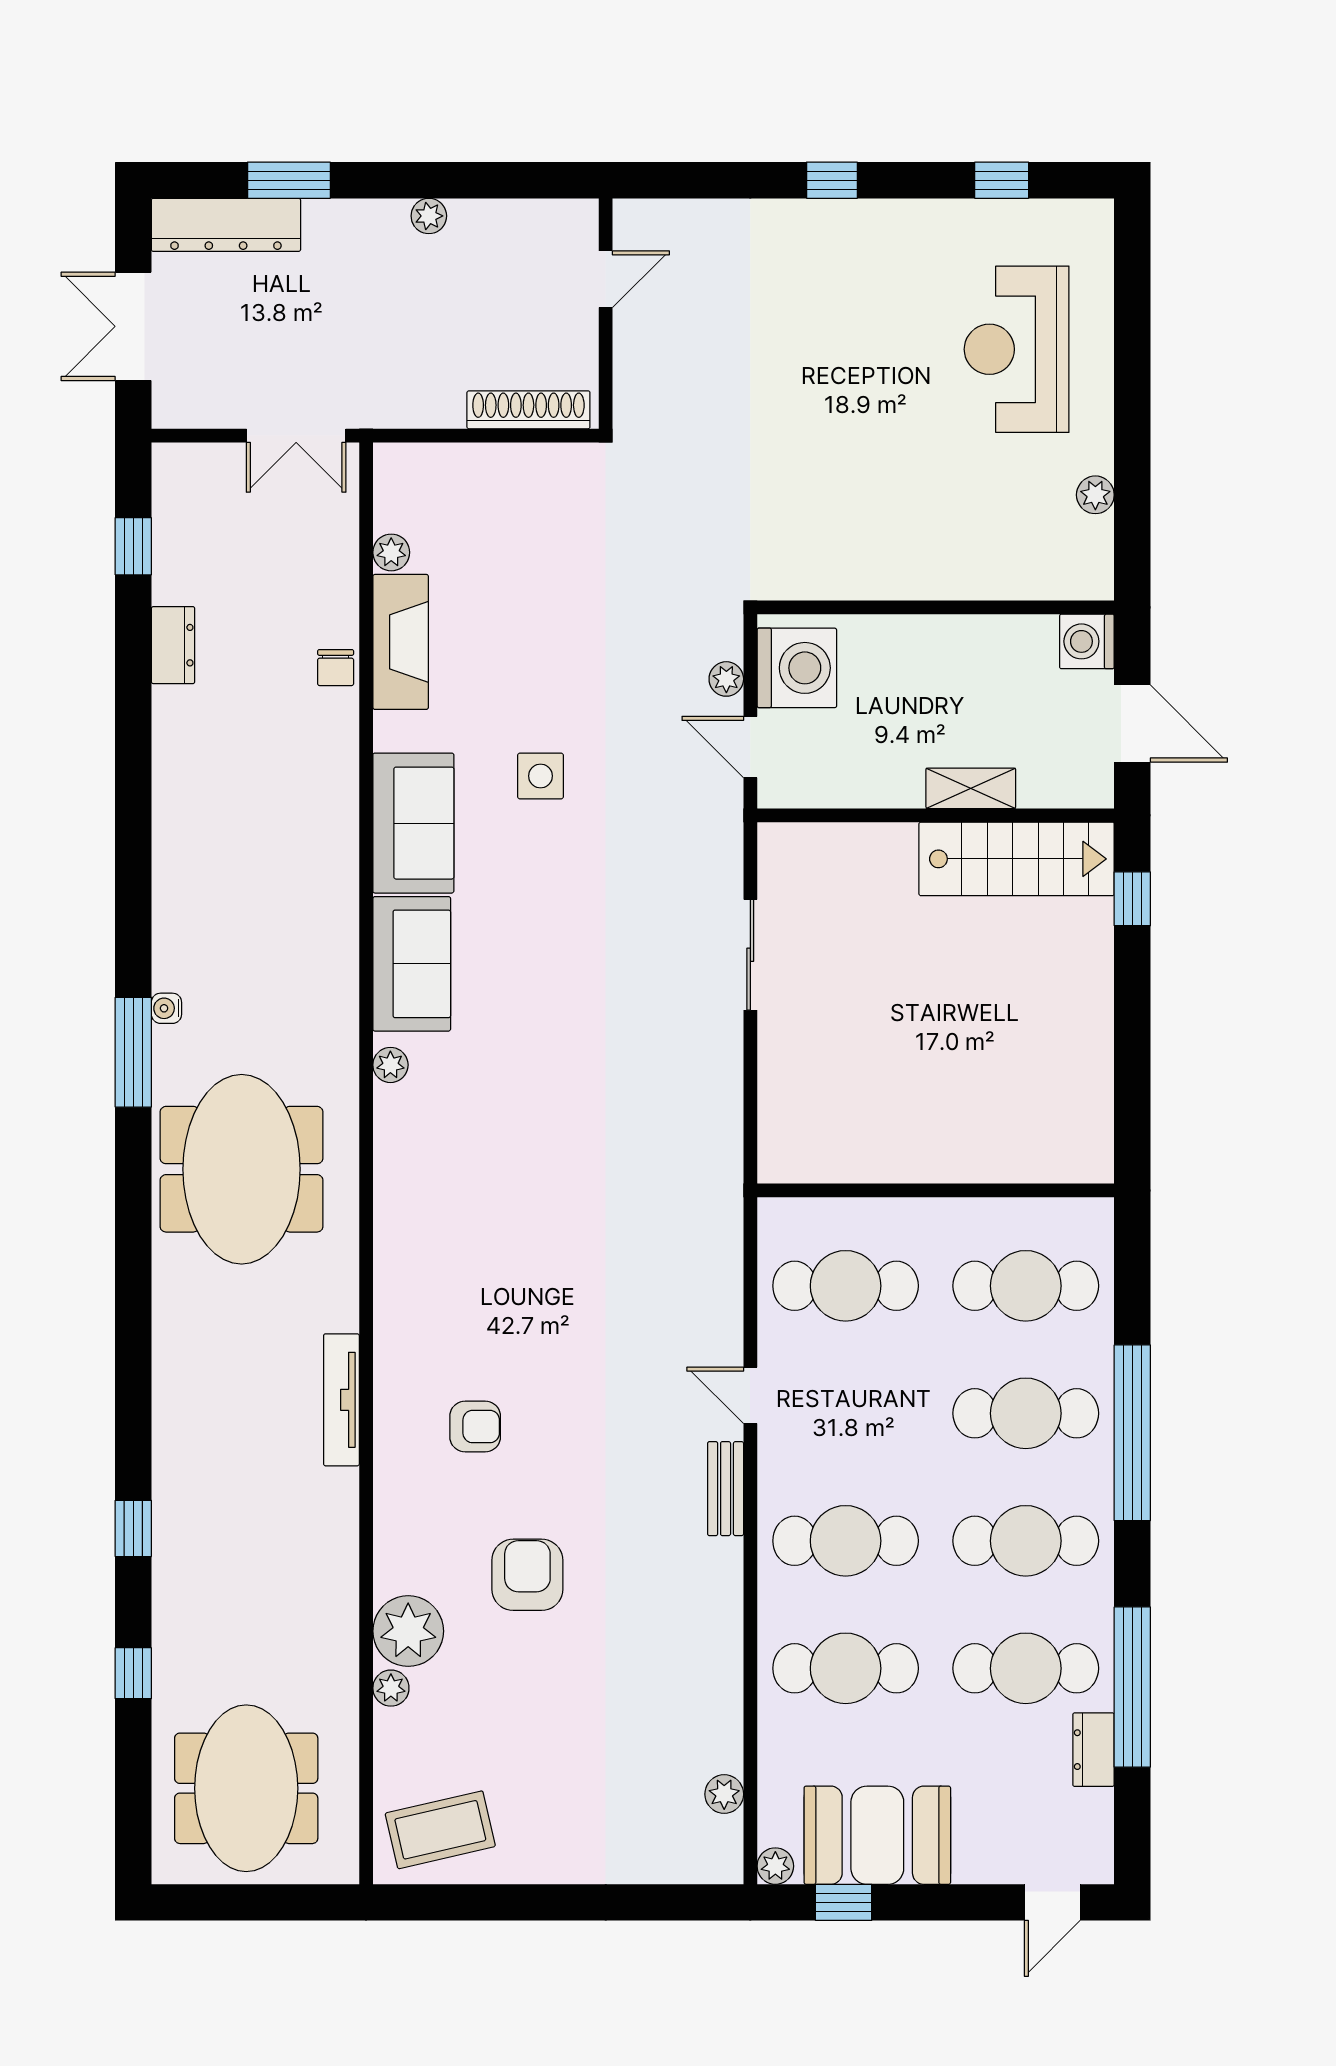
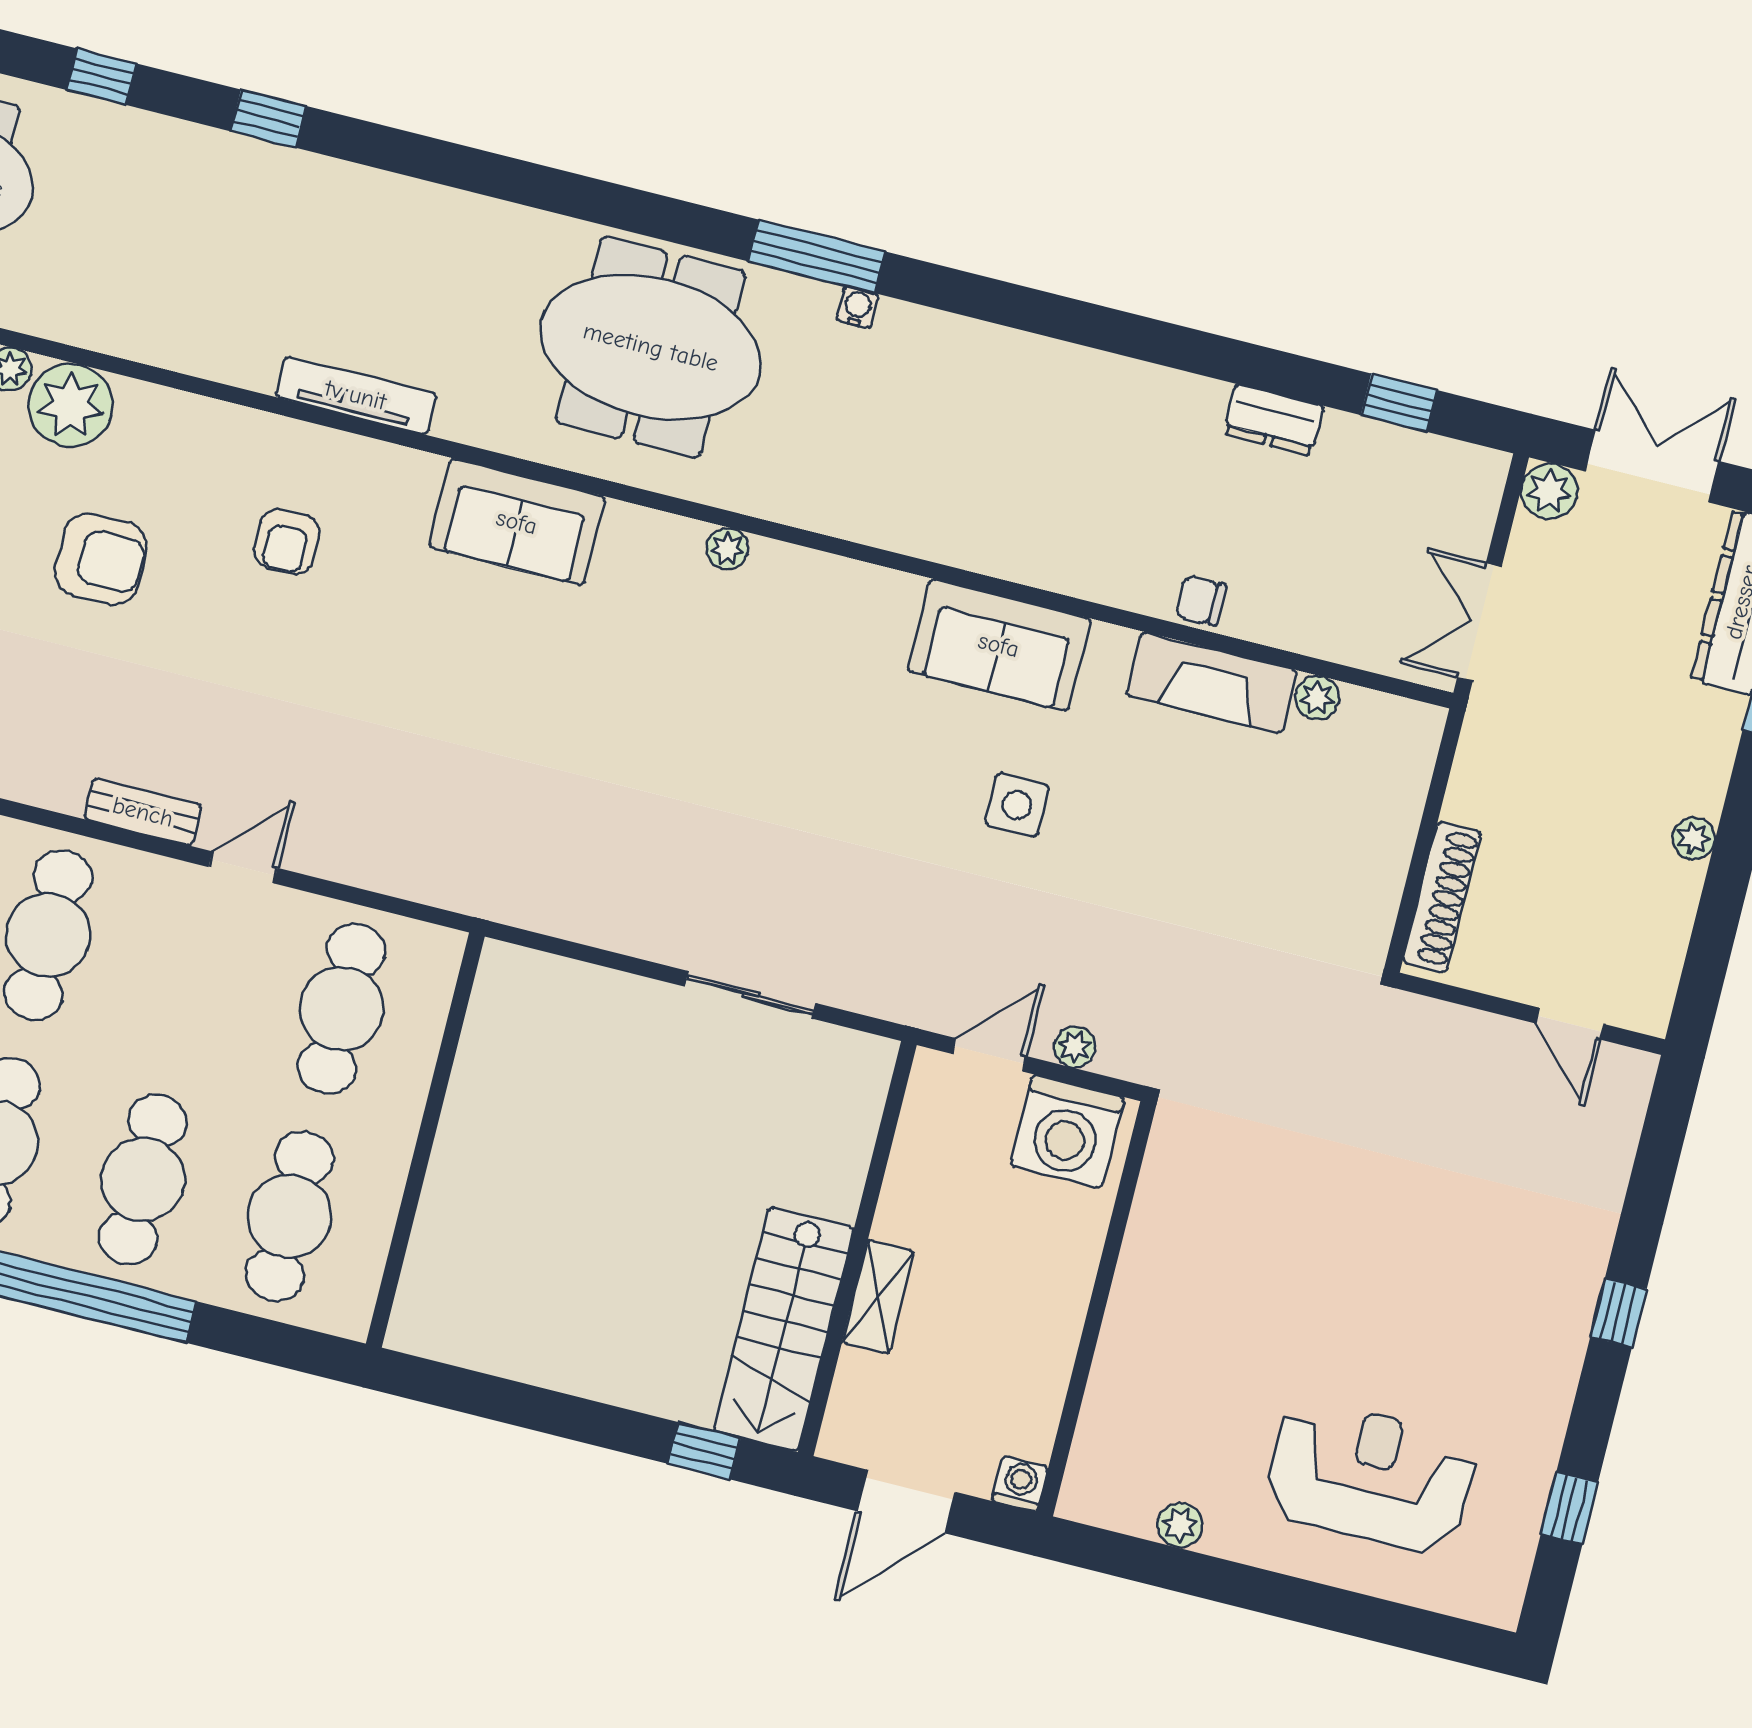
plant: (175, 405) -> (1549, 491), added
washing machine: (1087, 641) -> (1020, 1484), width x0.73, depth x0.73
sofa: (412, 964) -> (517, 522), moved

